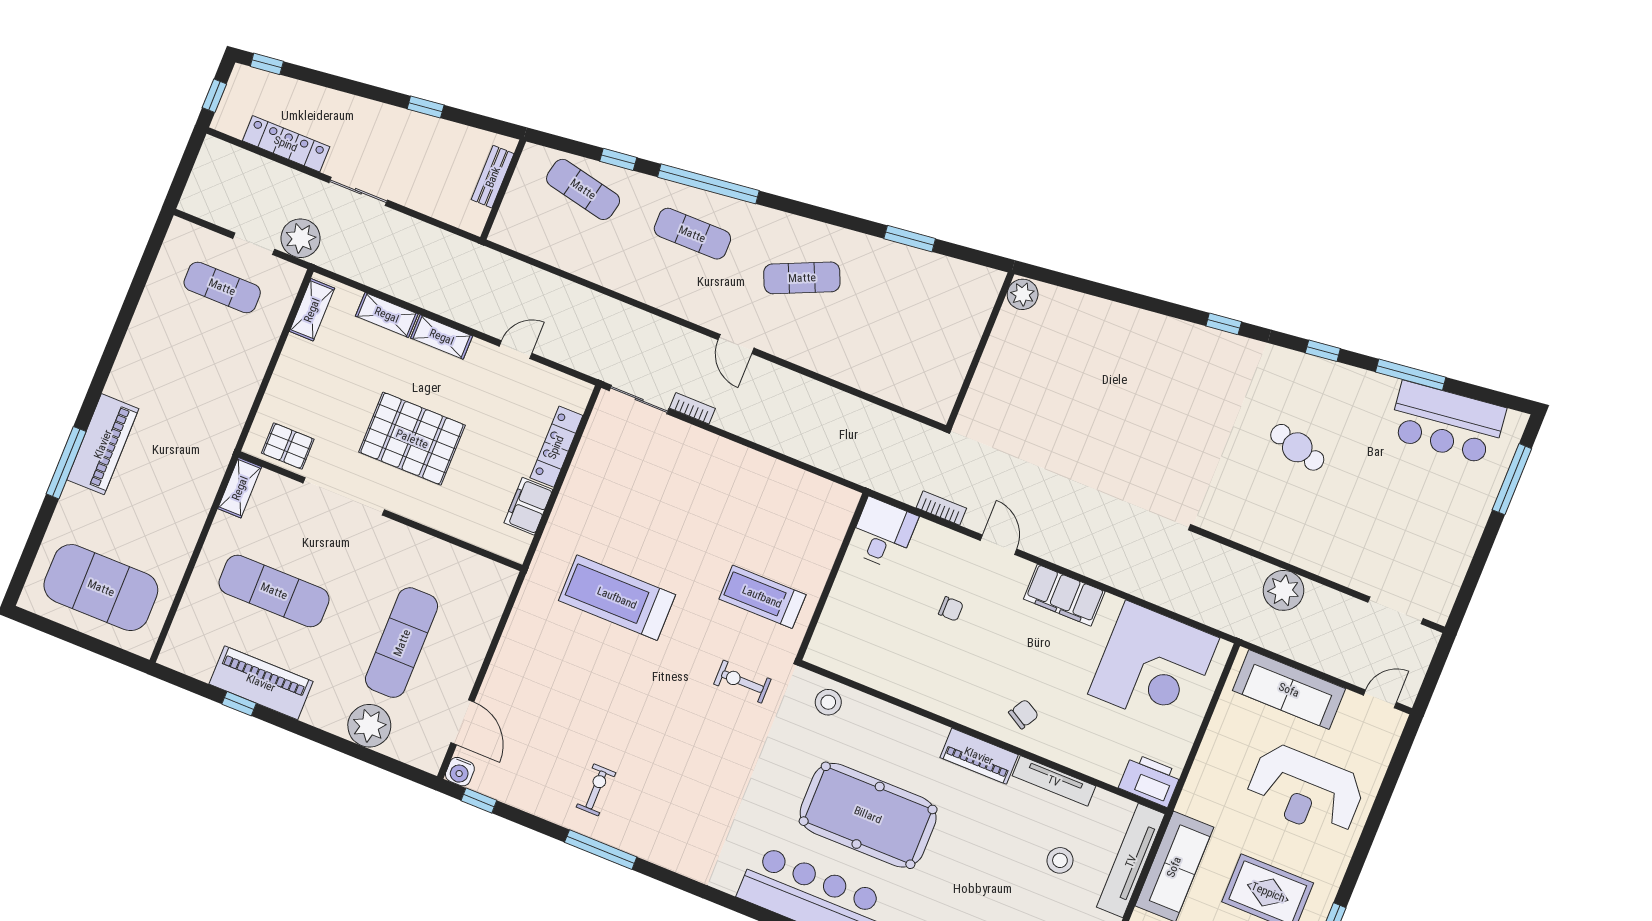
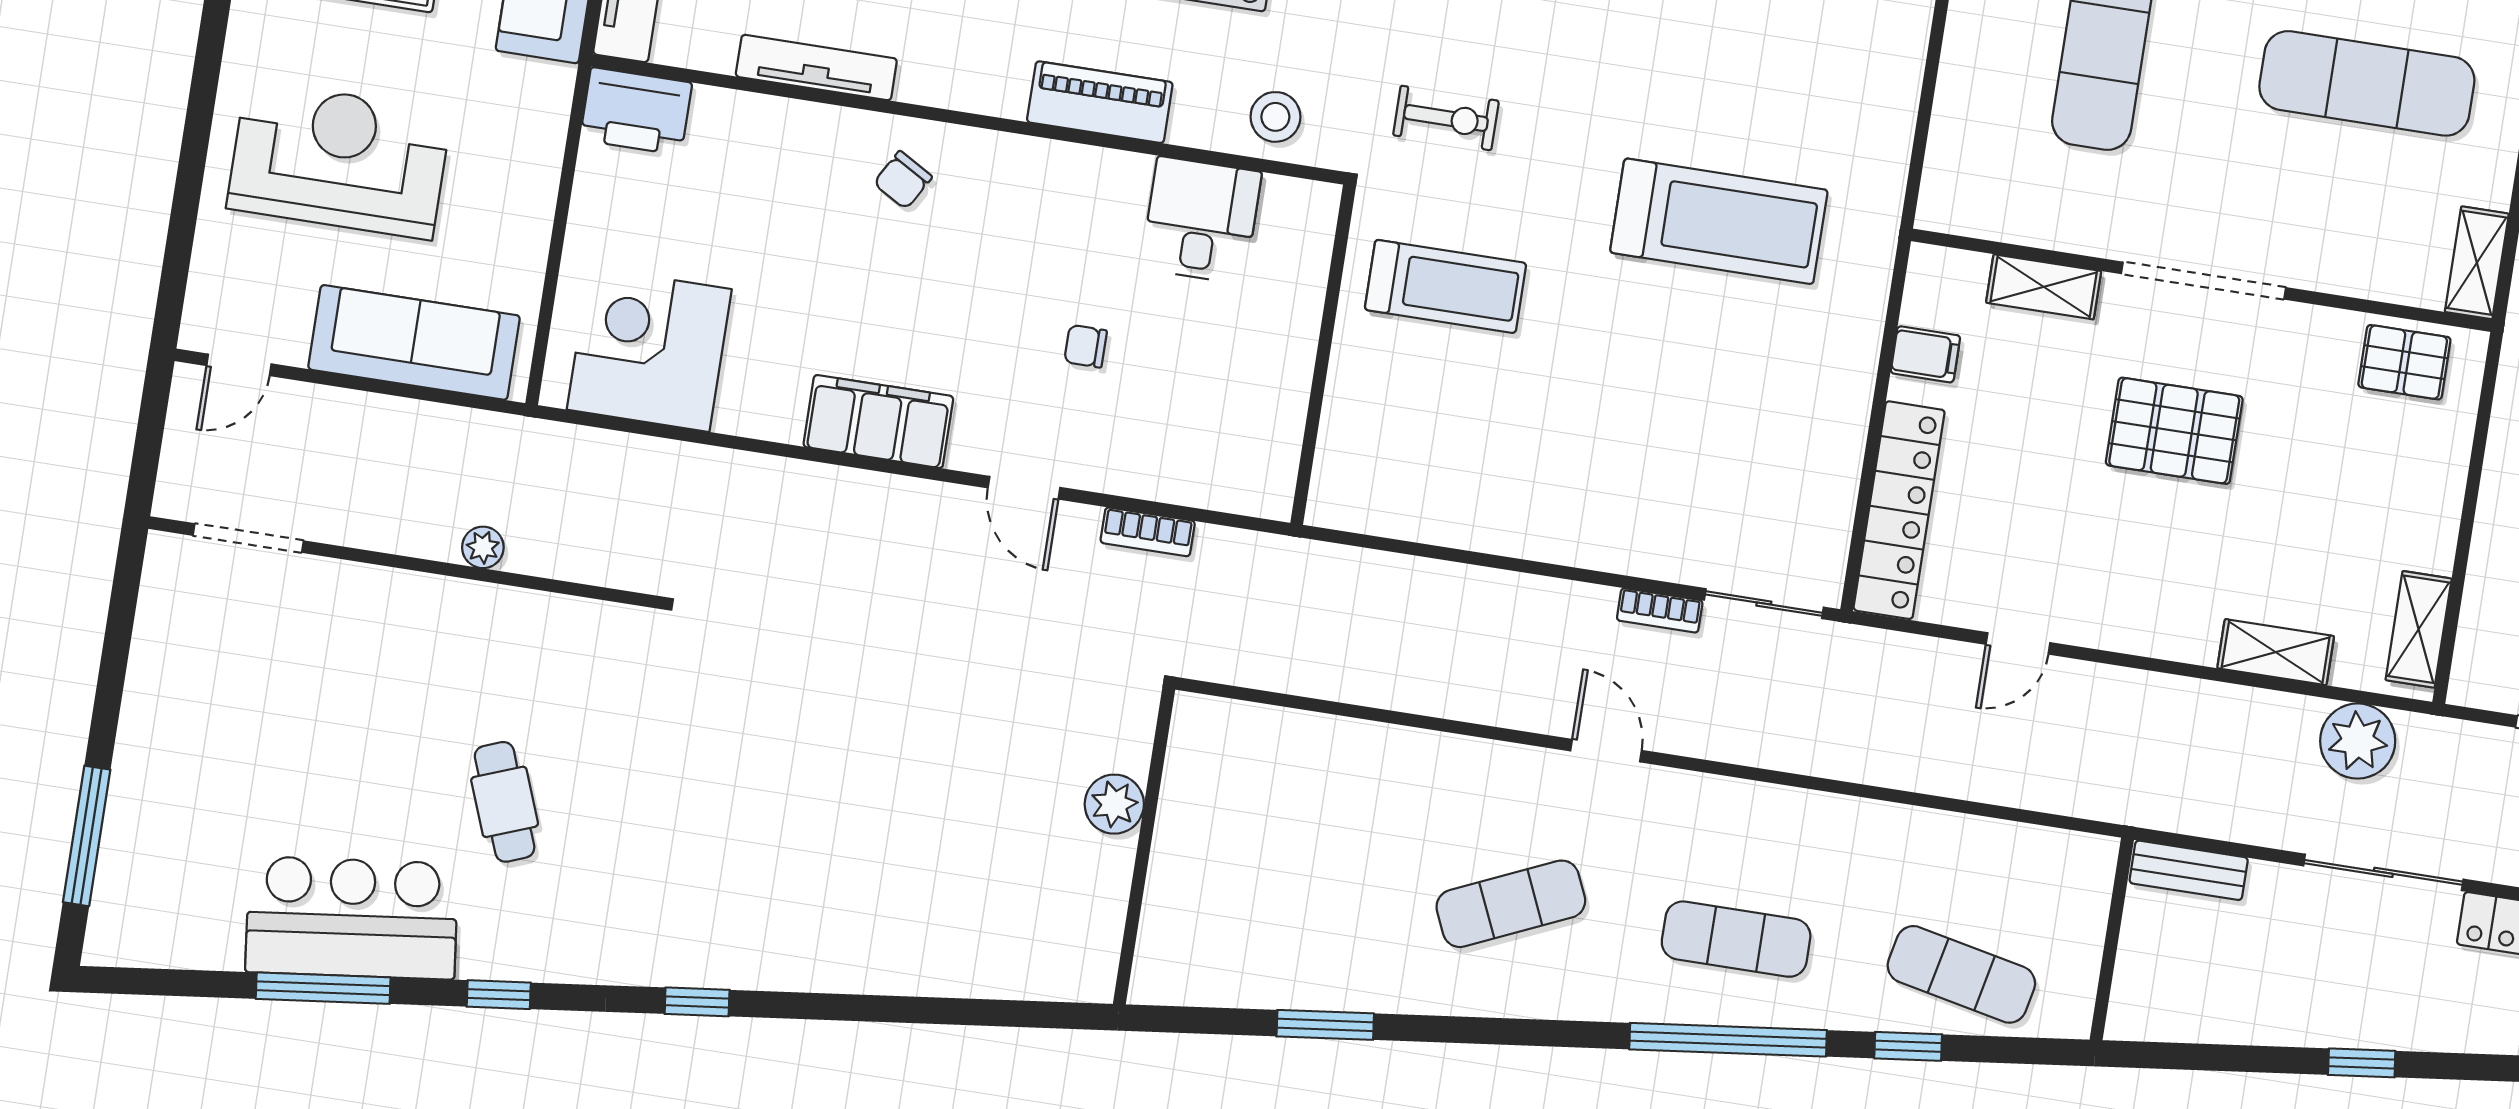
window: (426, 107) -> (2362, 1063), moved
bench: (493, 177) -> (2189, 870), moved, turned 90
sliding door: (358, 191) -> (2383, 872), width x1.37
plant: (301, 238) -> (2358, 741), moved
plant: (1023, 294) -> (1114, 804), moved
shelving: (442, 337) -> (2044, 287), moved
bar counter: (1447, 423) -> (352, 918), moved
pallet: (412, 439) -> (2174, 431), width x0.73, depth x0.71
locker: (556, 447) -> (1899, 510), width x1.41, depth x1.21
cafe table: (1297, 447) -> (505, 802), turned 53
doorway: (344, 496) -> (2204, 281), moved
filing cabinet: (528, 506) -> (1925, 354), width x0.50
desk: (883, 533) -> (1201, 220), moved, turned 180
plant: (1283, 590) -> (483, 547), width x0.53, depth x0.53
corner desk: (1154, 666) -> (649, 349), width x0.74, depth x0.74
piano: (979, 756) -> (1100, 102), moved

